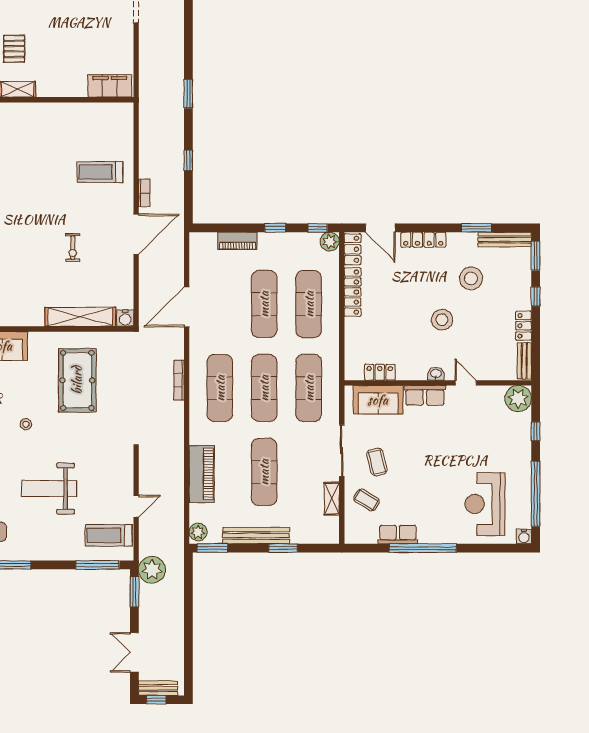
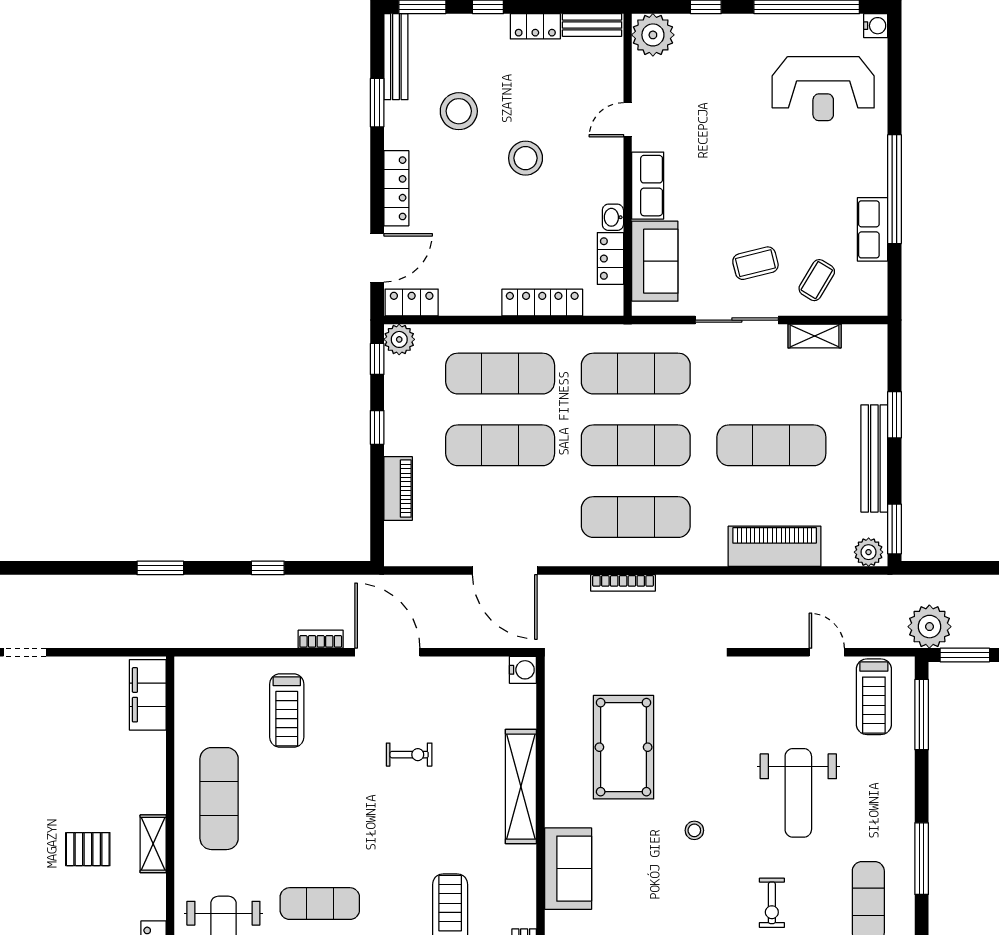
exercise mat: (46, 130) -> (219, 799), added
locker: (353, 292) -> (542, 303), moved
shelving: (80, 317) -> (521, 787), moved
washbasin: (436, 374) -> (613, 217), moved
pool table: (77, 380) -> (624, 747), turned 90

